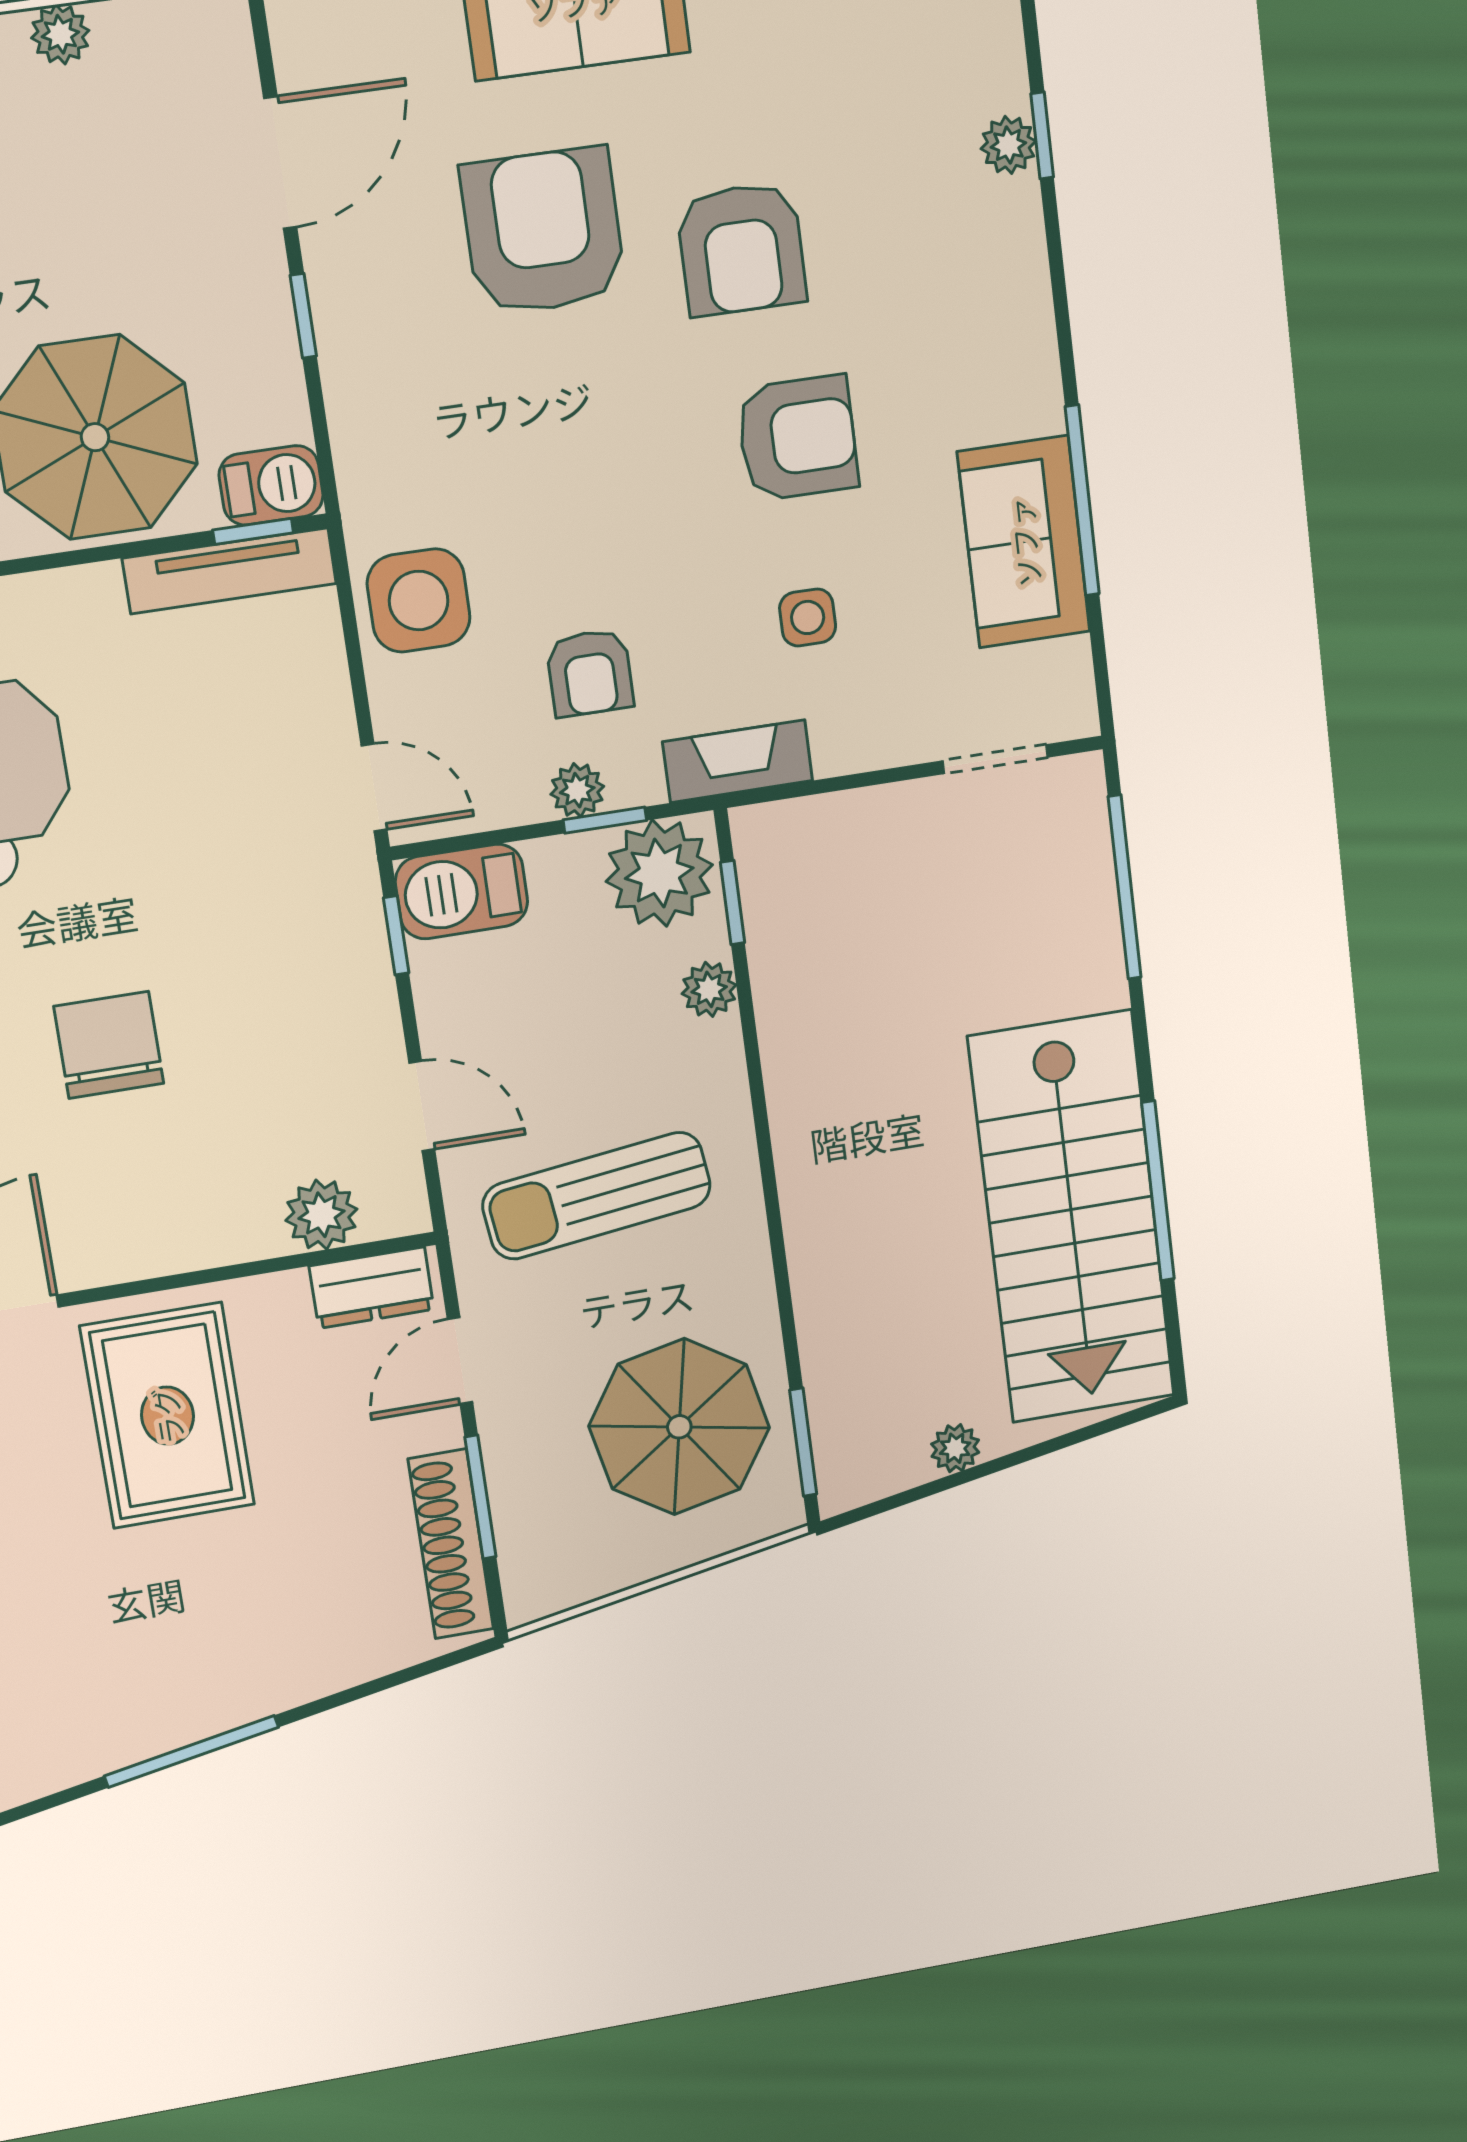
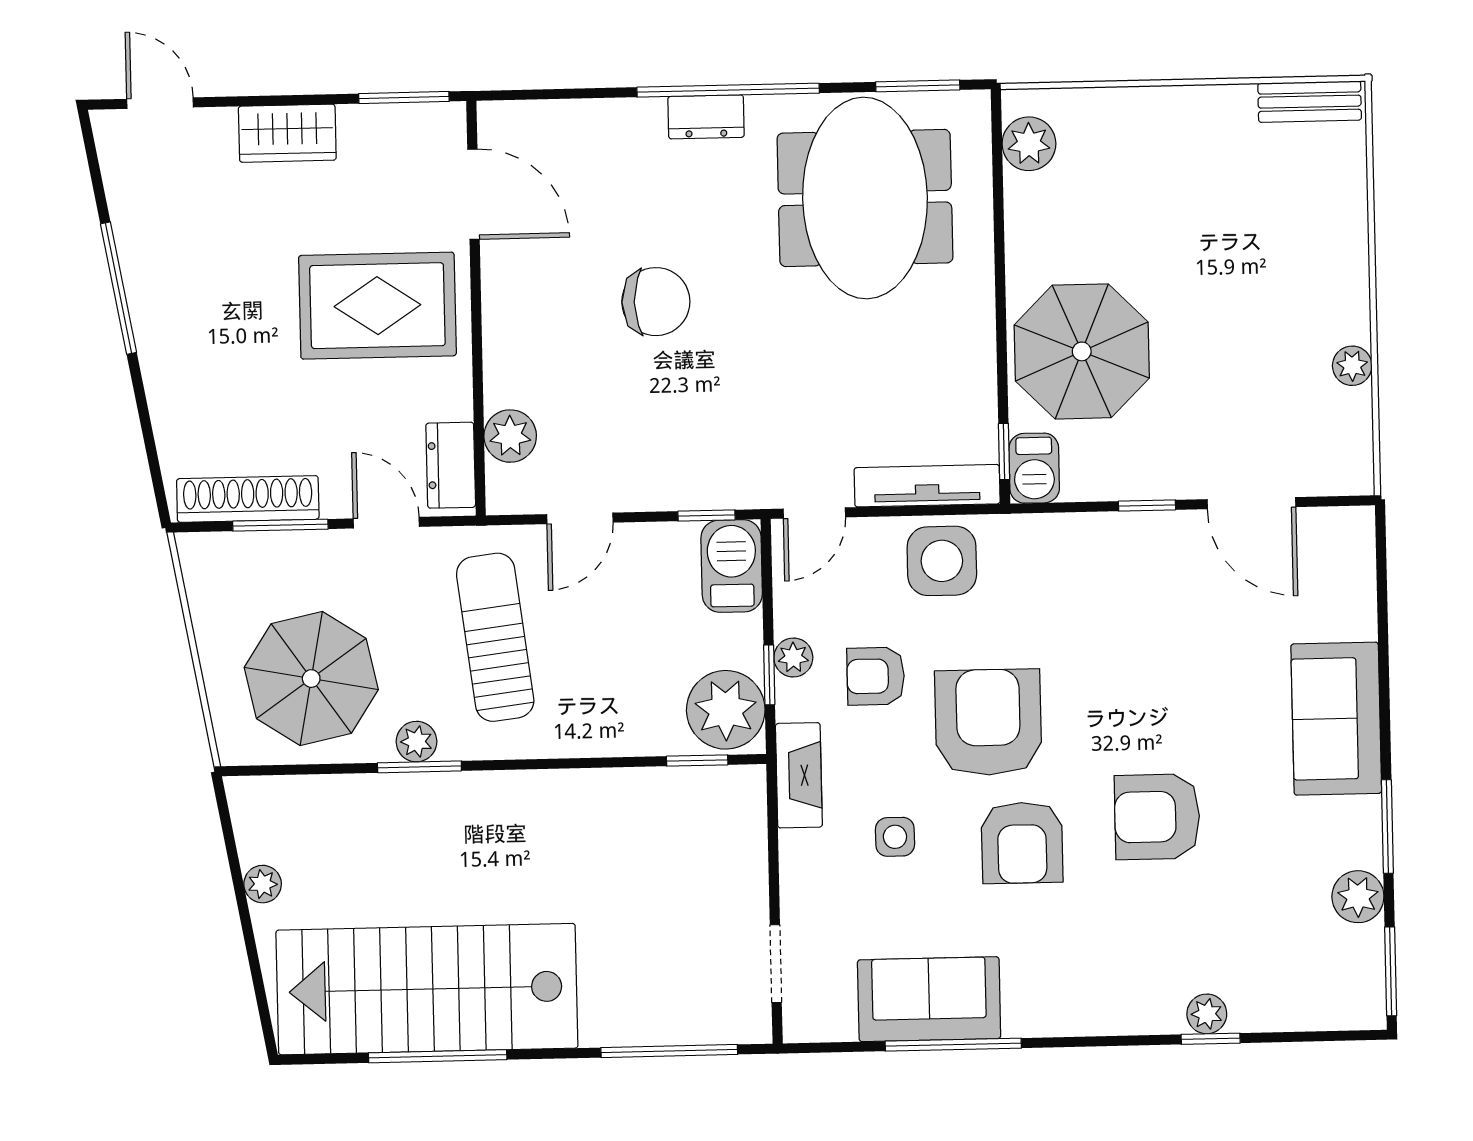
armchair: (543, 231) -> (988, 722), moved, turned -90
tv unit: (230, 571) -> (927, 486), moved, turned 90
plant: (709, 989) -> (417, 742), moved
window: (803, 1442) -> (419, 767), moved

